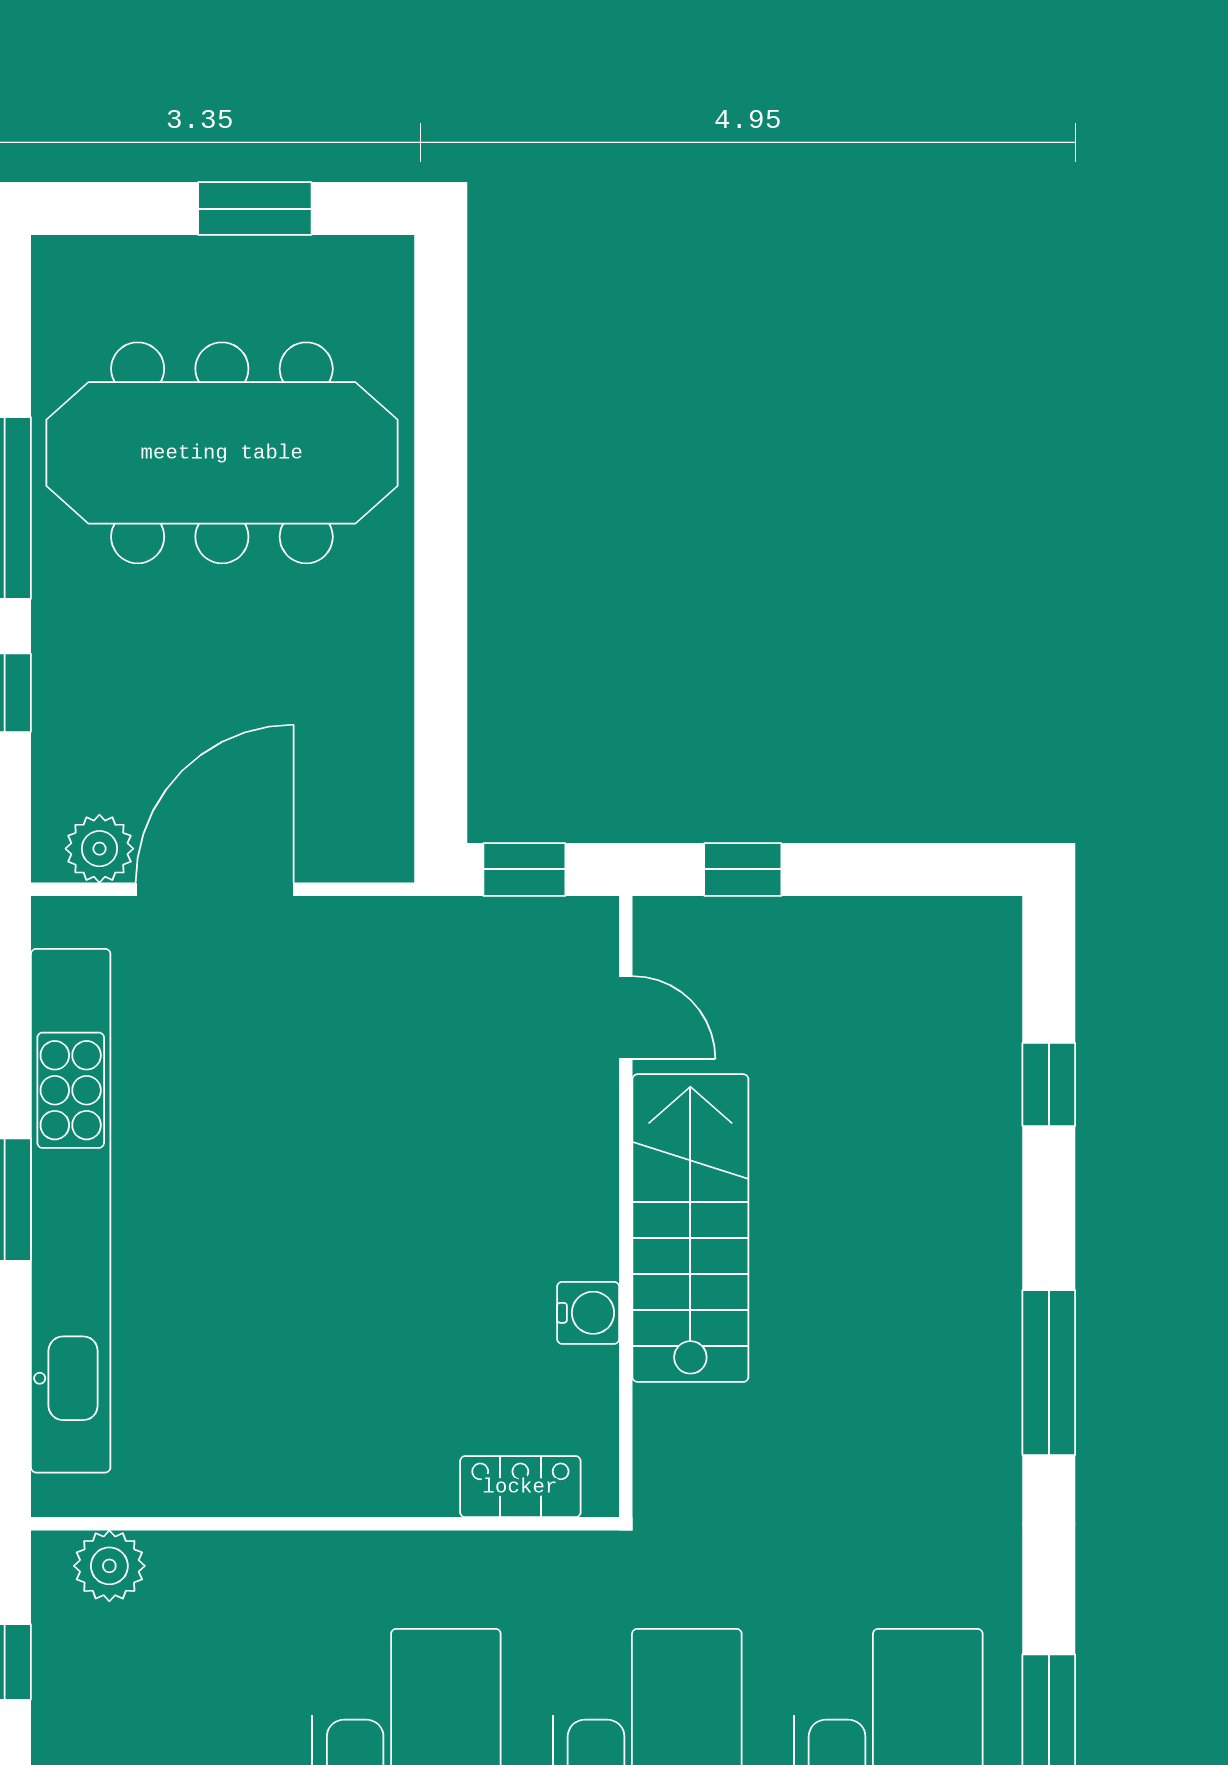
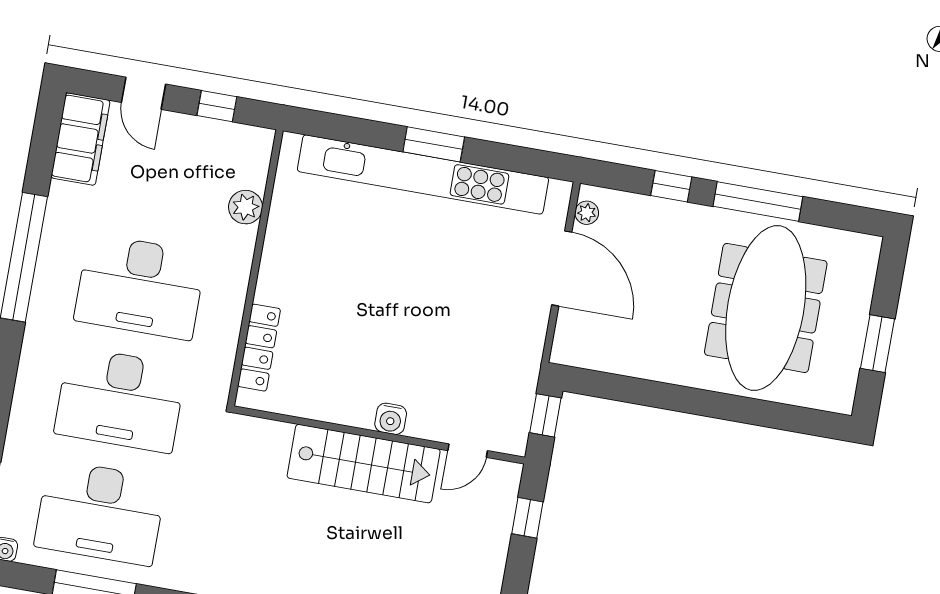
plant: (99, 849) -> (587, 213), width x0.73, depth x0.73
water cooler: (588, 1313) -> (391, 419), moved
locker: (520, 1487) -> (259, 348), width x1.53
plant: (109, 1566) -> (246, 207), moved

